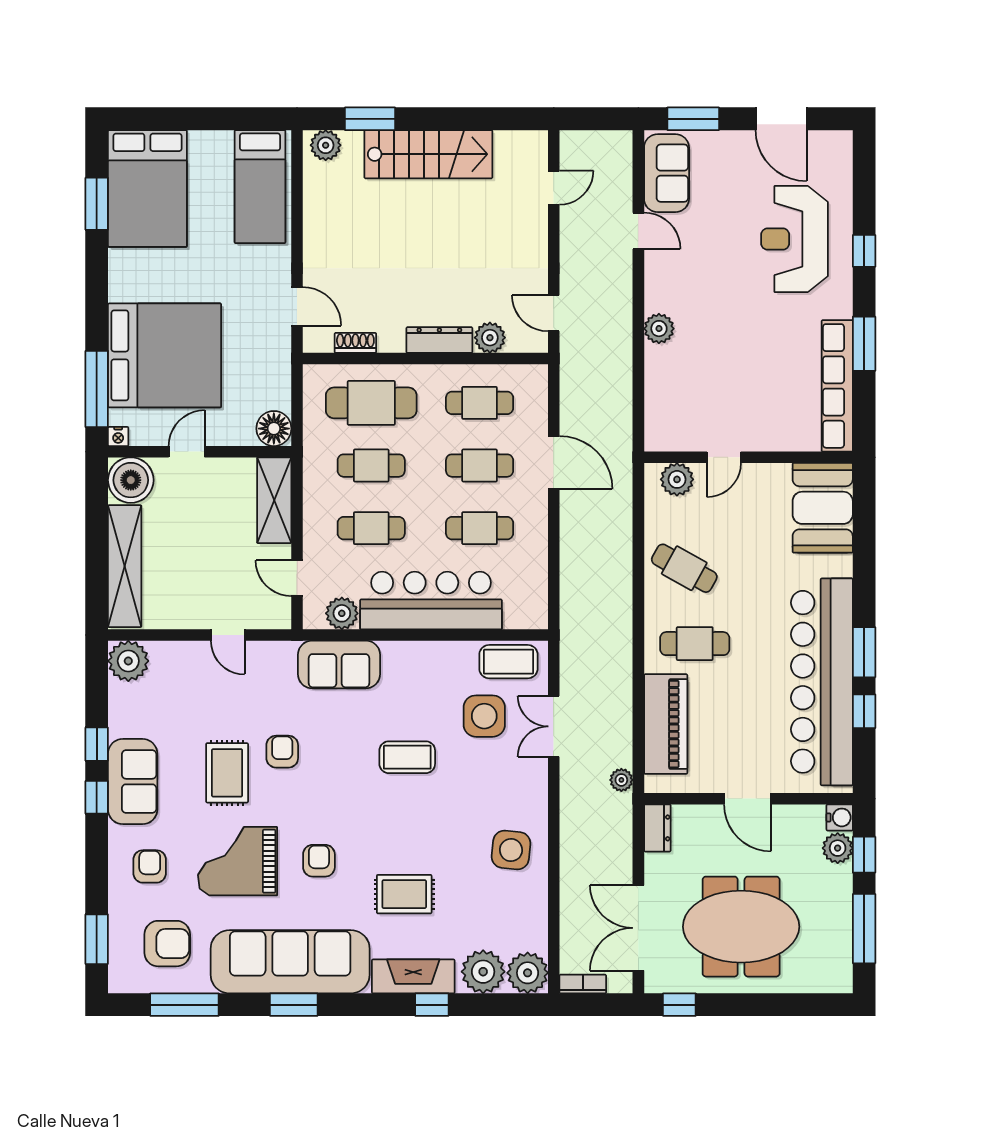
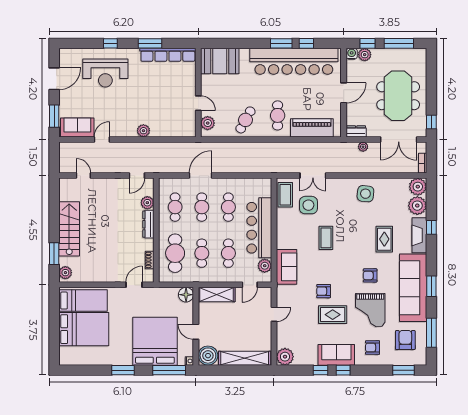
bed: (147, 189) -> (84, 329), moved
window: (97, 204) -> (123, 370), moved
plant: (621, 780) -> (363, 147), moved

